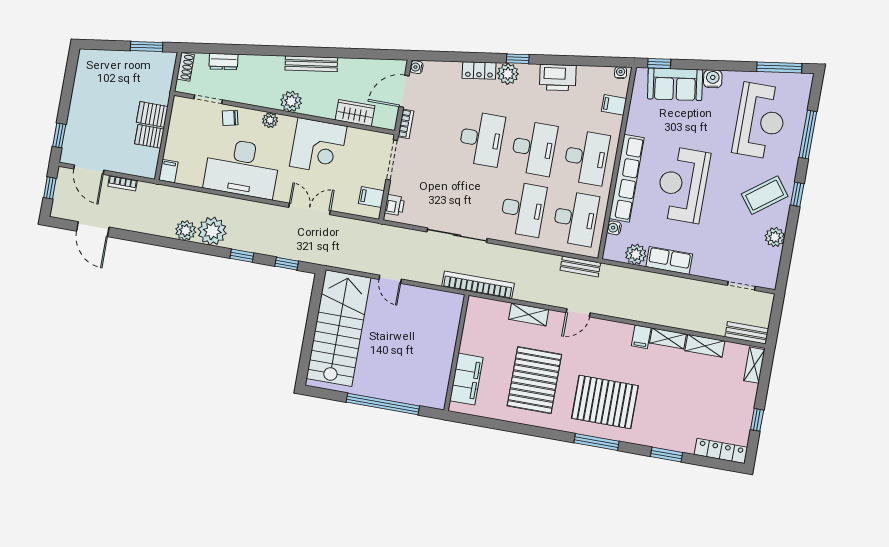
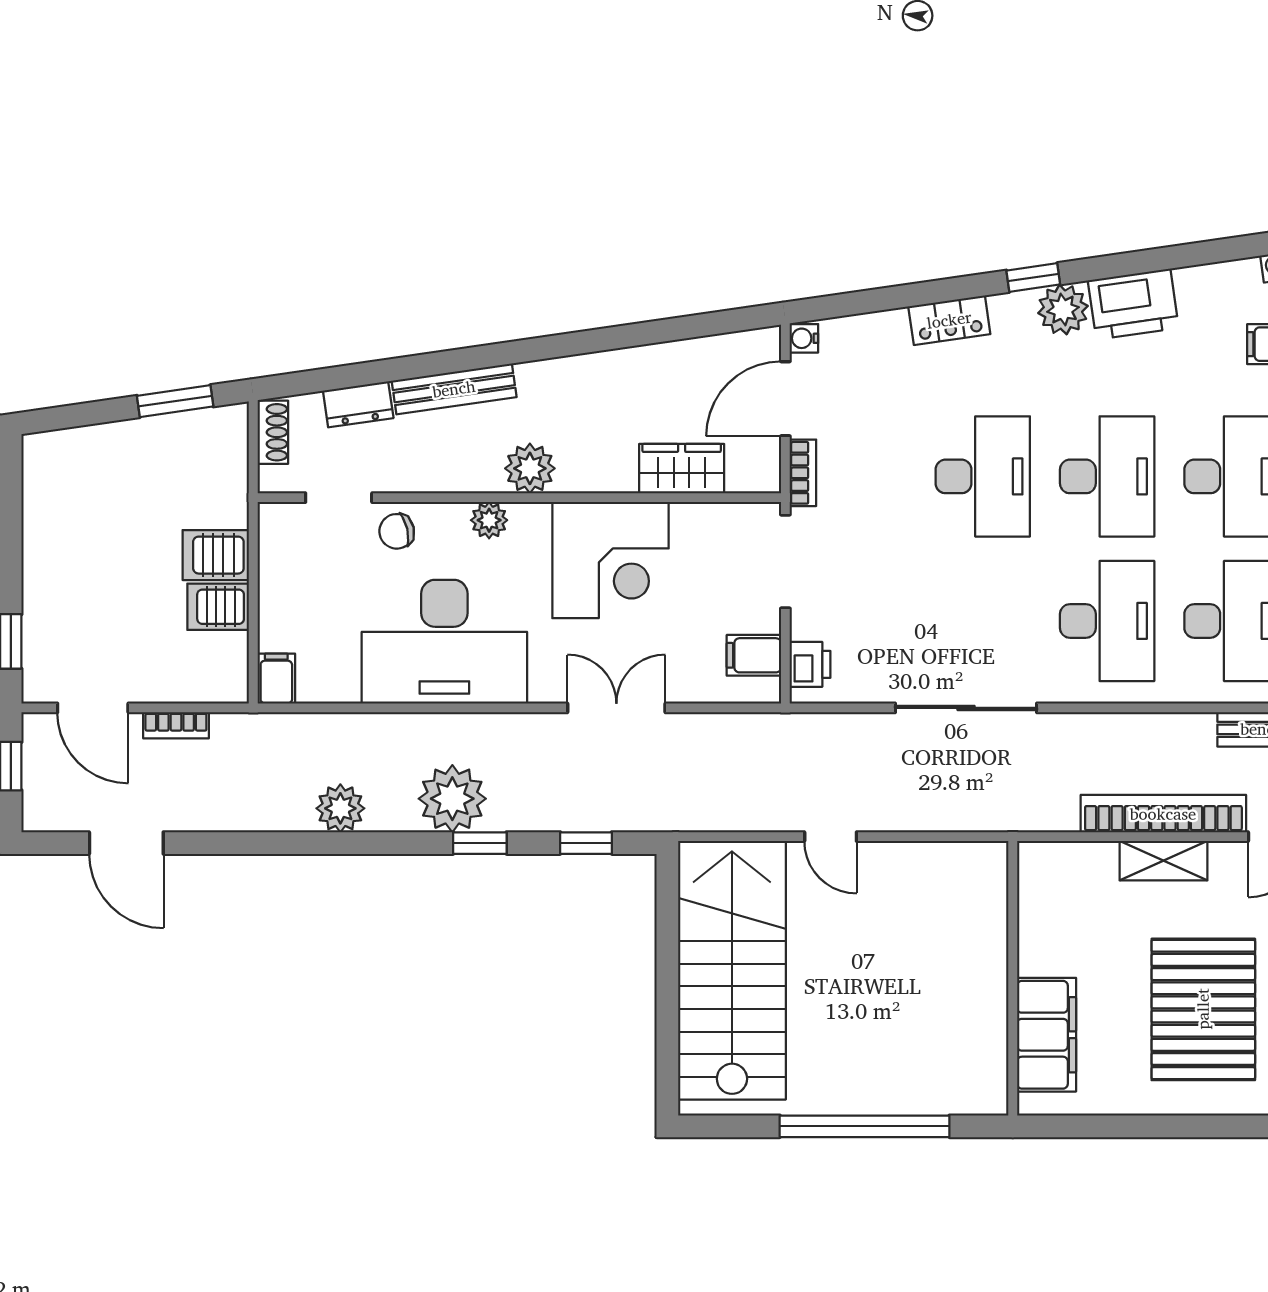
bench: (311, 64) -> (454, 389), moved
plant: (508, 74) -> (1063, 310), moved
plant: (212, 231) -> (452, 799), moved
bookcase: (478, 285) -> (1163, 814), moved

